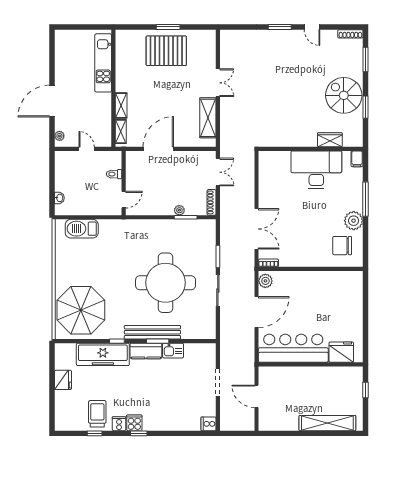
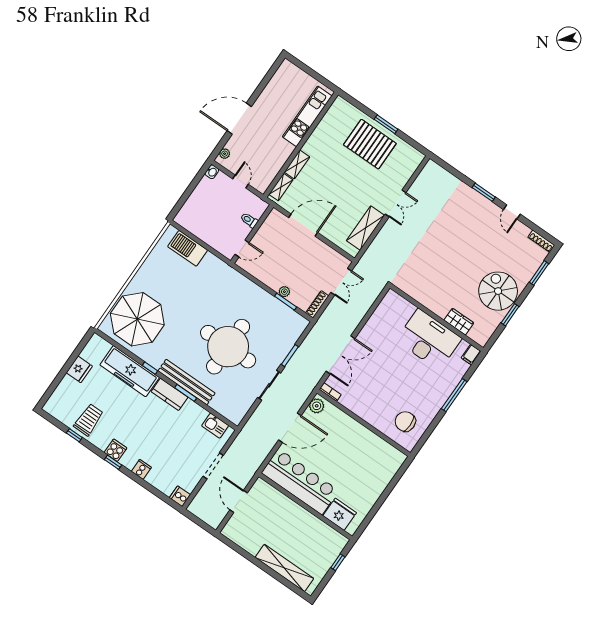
washbasin: (59, 198) -> (212, 172), moved
plant: (354, 221) -> (430, 407), removed
kitchen sink: (173, 351) -> (215, 426), moved
cooker: (119, 424) -> (141, 469), moved

